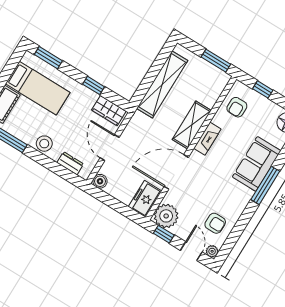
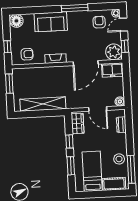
window: (48, 58) -> (71, 166), moved
shelving: (192, 125) -> (54, 72), removed
stool: (44, 144) -> (119, 159), moved
door: (110, 148) -> (98, 109), hinge flipped
door: (176, 172) -> (86, 63), hinge flipped
window: (265, 185) -> (75, 8), moved

